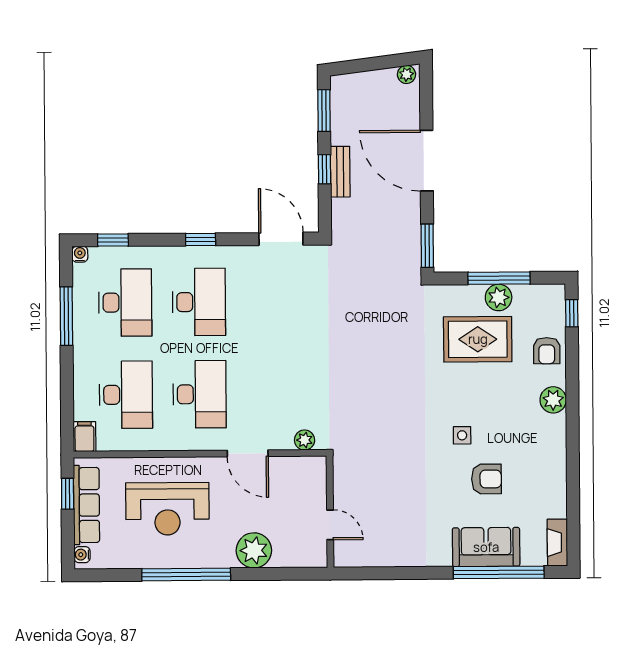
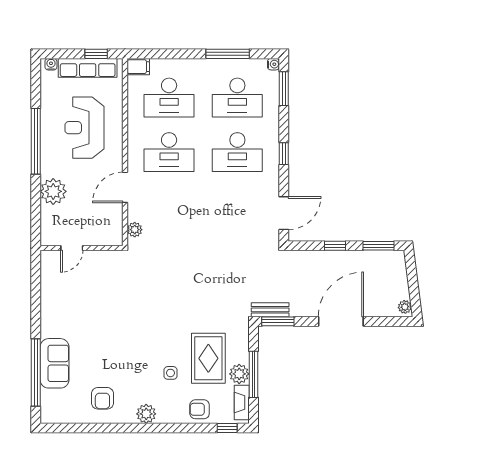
bench: (340, 172) -> (270, 310), moved
window: (113, 240) -> (284, 89), width x1.50
plant: (553, 400) -> (146, 414), moved
side table: (462, 435) -> (170, 373), moved
armchair: (487, 479) -> (102, 398), moved
fireplace: (557, 543) -> (242, 402), moved, turned -90

